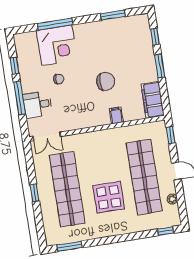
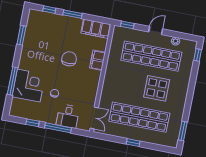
filing cabinet: (116, 115) -> (98, 60), width x2.00

